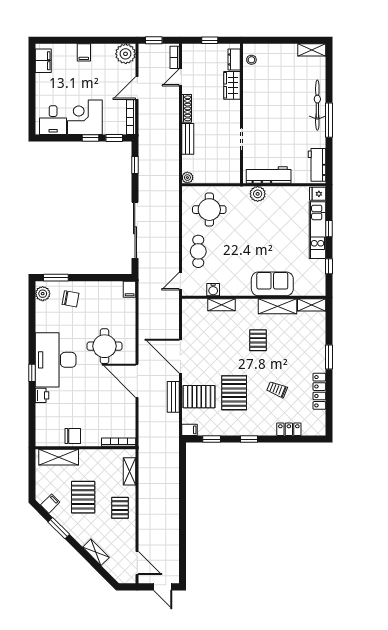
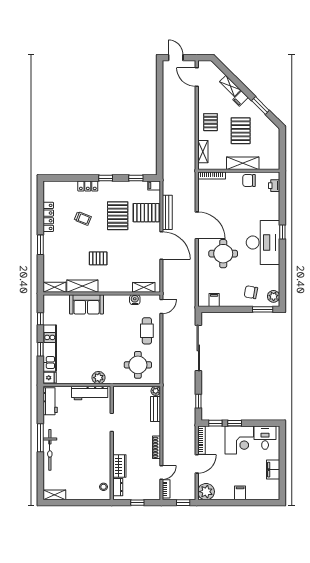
filing cabinet: (43, 61) -> (273, 470), moved
bench: (188, 139) -> (155, 409), moved
filing cabinet: (130, 289) -> (214, 300), moved
shelving: (222, 305) -> (144, 287), moved
pallet: (258, 340) -> (98, 258), turned 90
printer: (42, 395) -> (274, 186), moved
bench: (173, 397) -> (167, 212), width x1.36
locker: (289, 429) -> (88, 186), moved
shelving: (59, 457) -> (243, 163), moved
filing cabinet: (50, 504) -> (240, 99), moved

